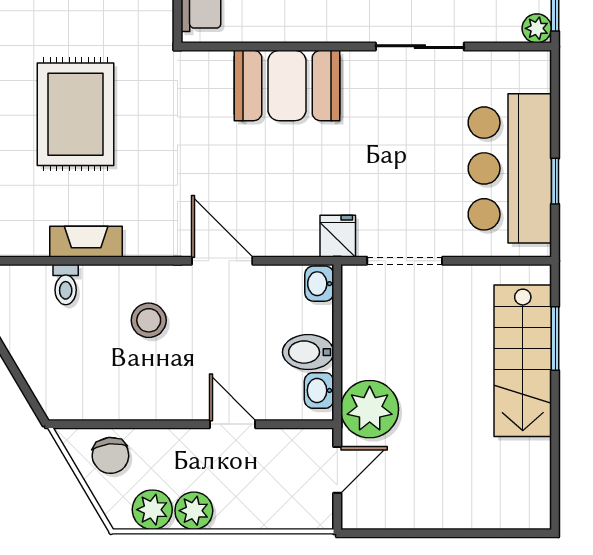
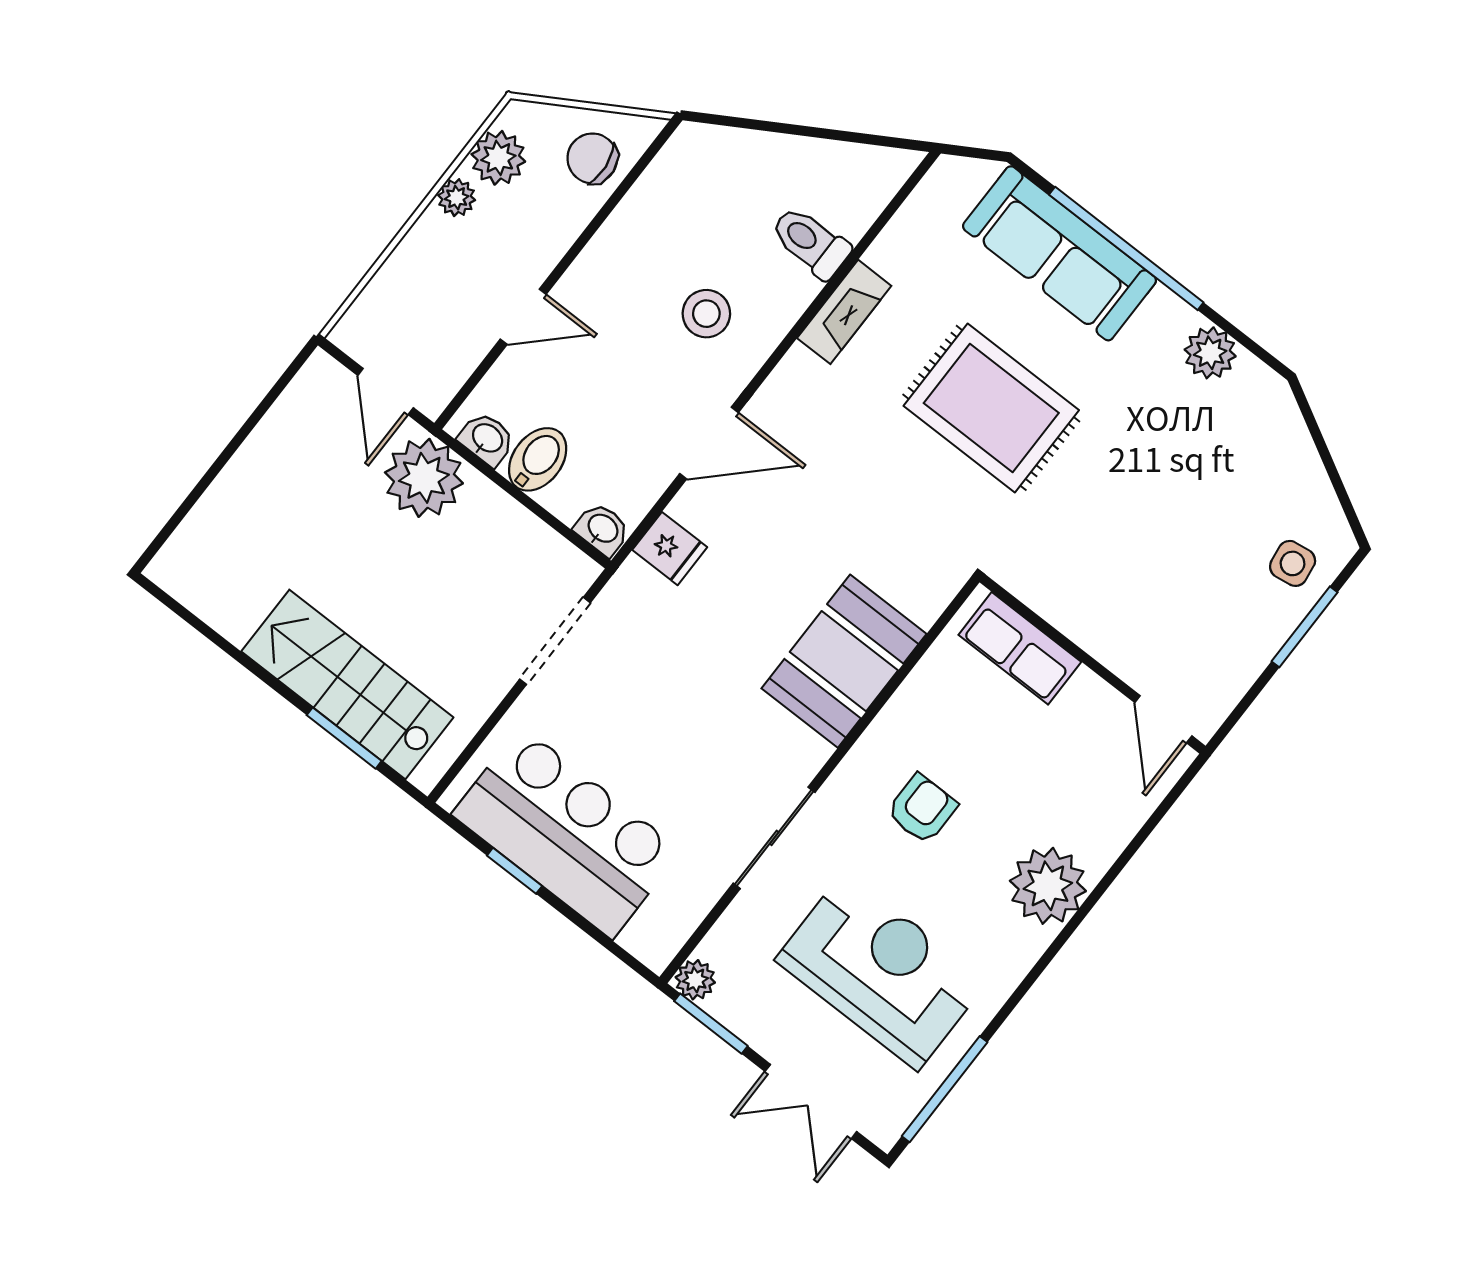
fridge: (338, 236) -> (670, 549), moved
toilet: (66, 285) -> (810, 242), width x1.37, depth x1.39
plant: (194, 511) -> (457, 198), width x0.73, depth x0.73

